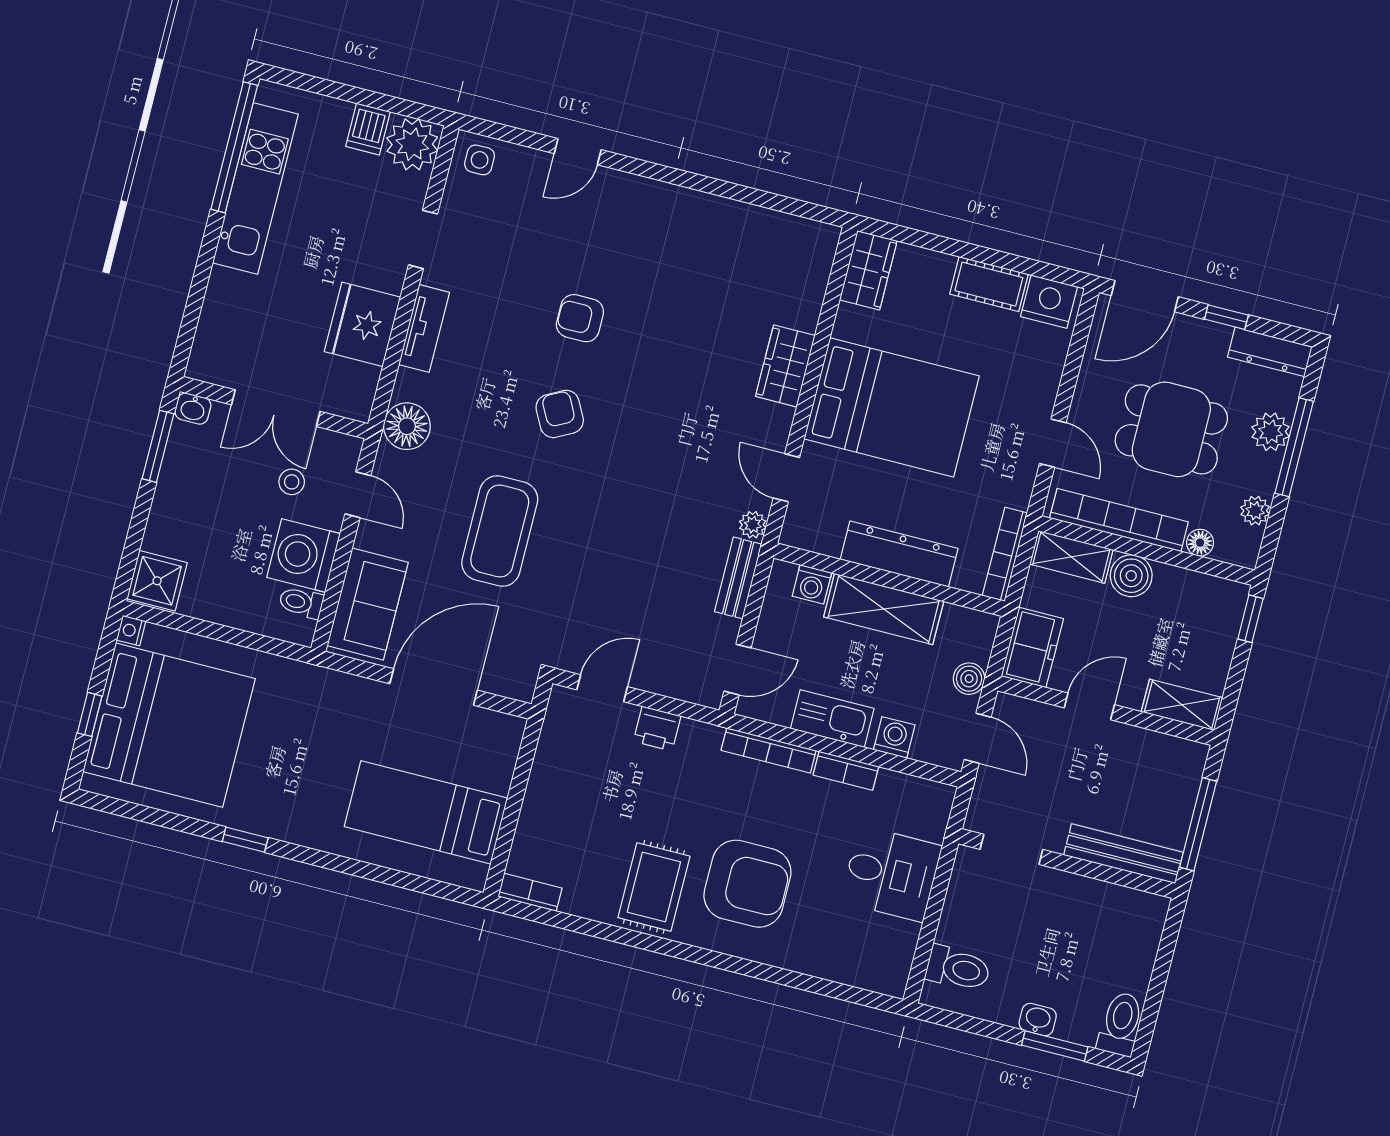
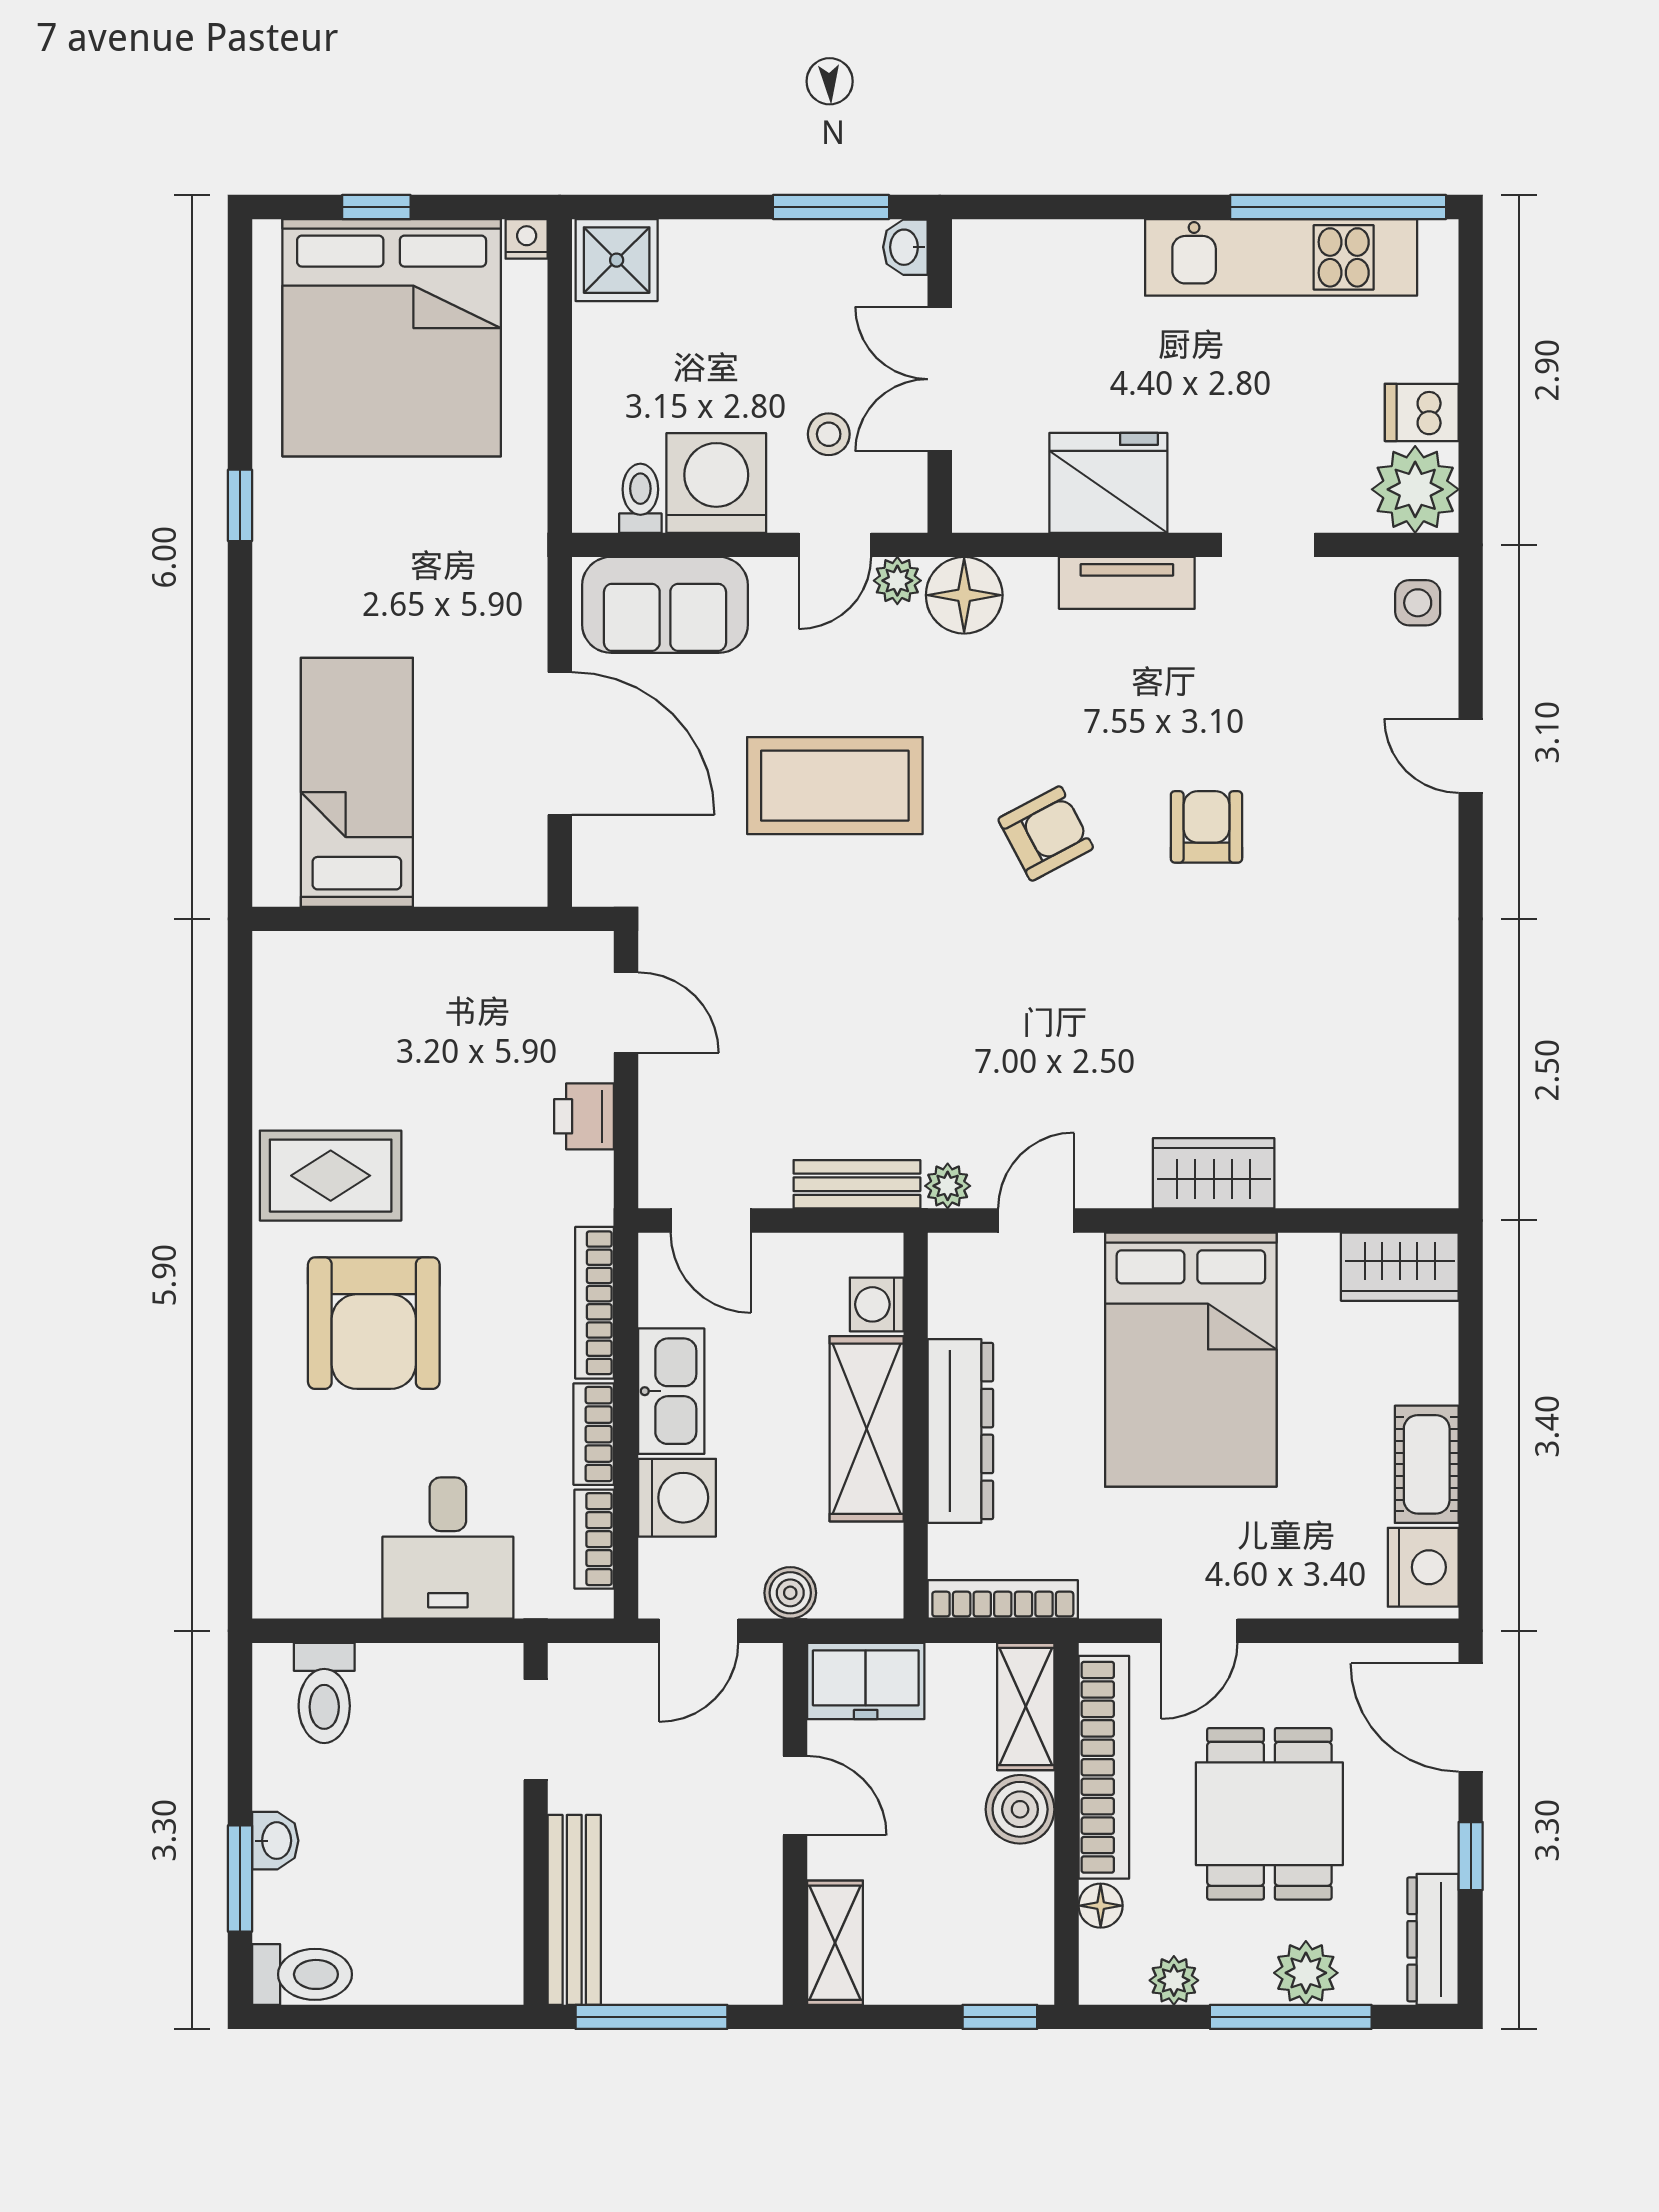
plant: (388, 463) -> (897, 581), added
washing machine: (894, 737) -> (677, 1498), width x1.38, depth x1.38
bookcase: (530, 892) -> (594, 1539), moved, turned 180

